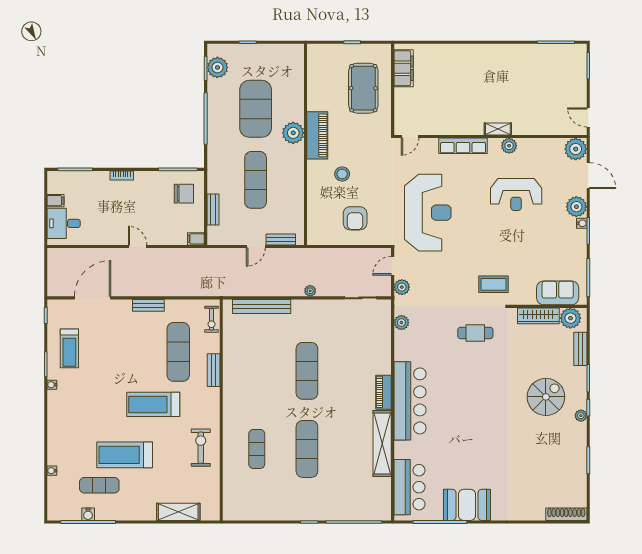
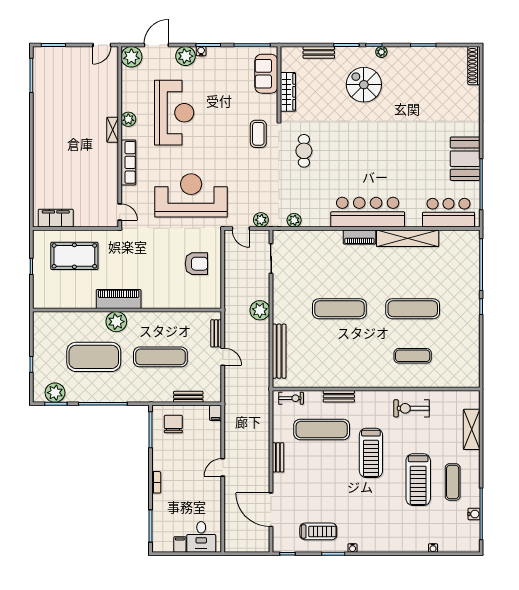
stool: (342, 174) -> (155, 276), removed
reception desk: (516, 194) -> (174, 113), width x1.36, depth x1.30
plant: (310, 291) -> (260, 310), width x1.88, depth x1.88
plant: (570, 318) -> (290, 62), removed
exercise mat: (99, 485) -> (453, 482), moved

